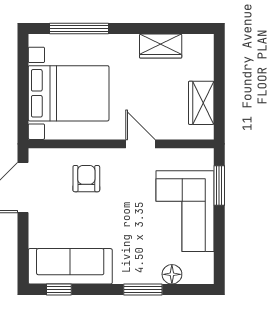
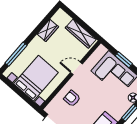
wardrobe: (201, 103) -> (81, 34), width x1.50
window: (219, 185) -> (124, 60), moved

